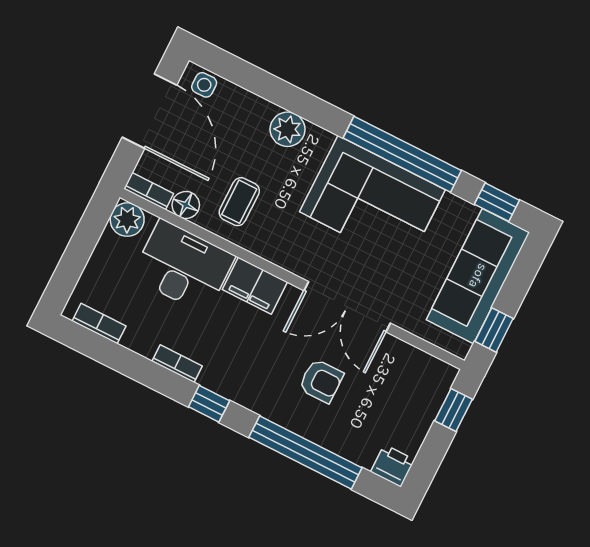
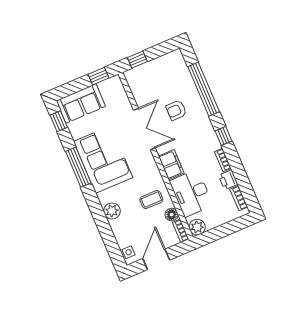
door: (150, 111) -> (156, 259), width x0.73
window: (402, 154) -> (78, 167), width x0.68
sofa: (478, 276) -> (81, 103), width x0.73
armchair: (321, 381) -> (176, 110), turned -90
printer: (393, 466) -> (228, 180), moved

